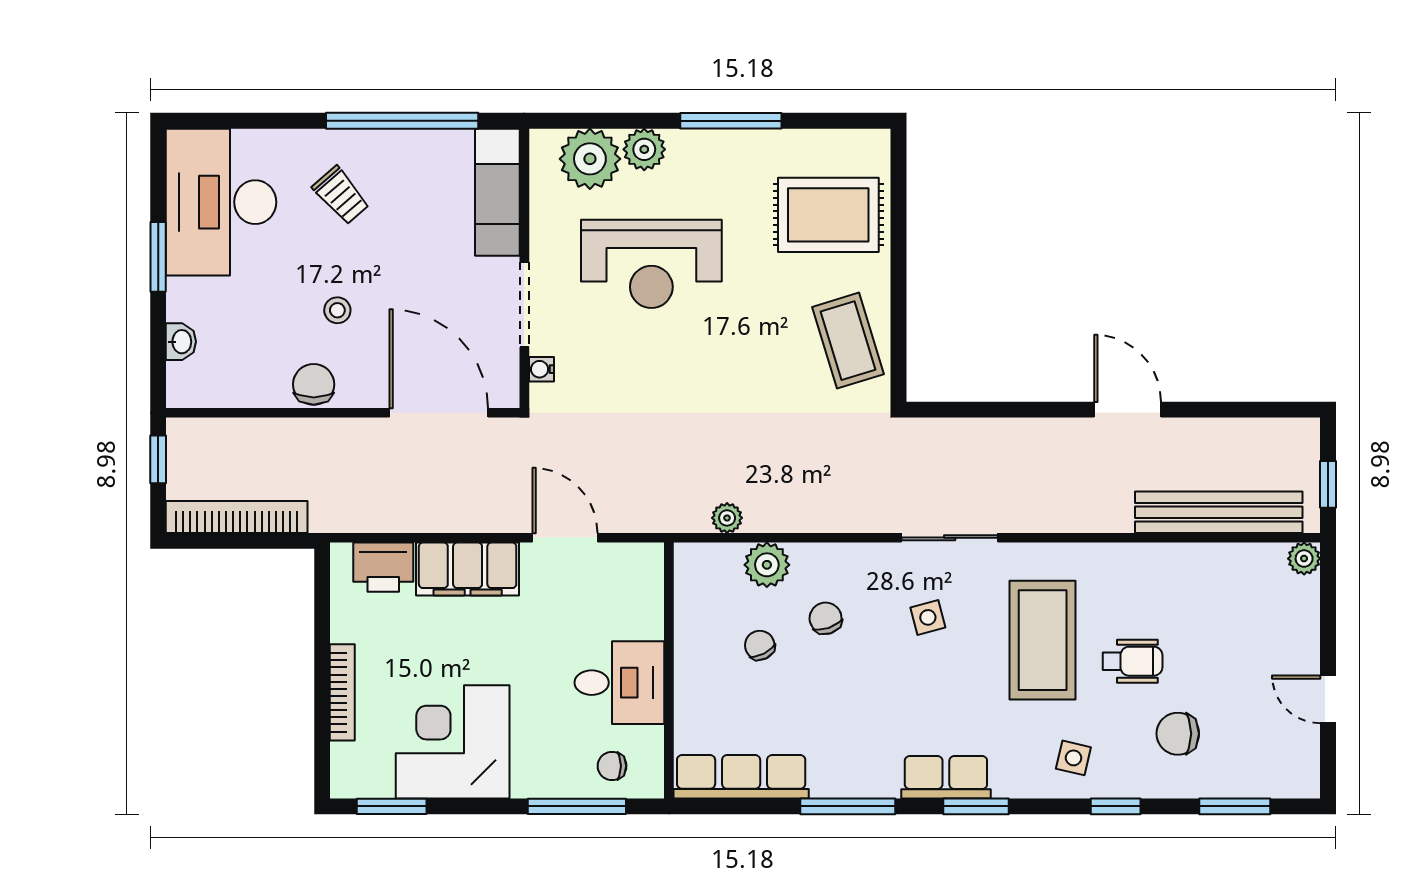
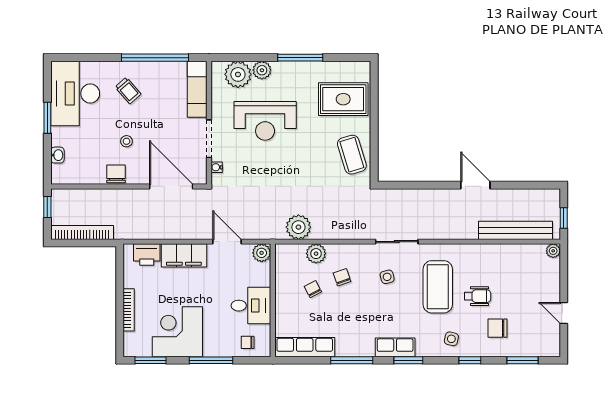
plant: (727, 518) -> (298, 227), width x1.88, depth x1.88
plant: (643, 563) -> (262, 253), added
window: (577, 806) -> (211, 360), moved

